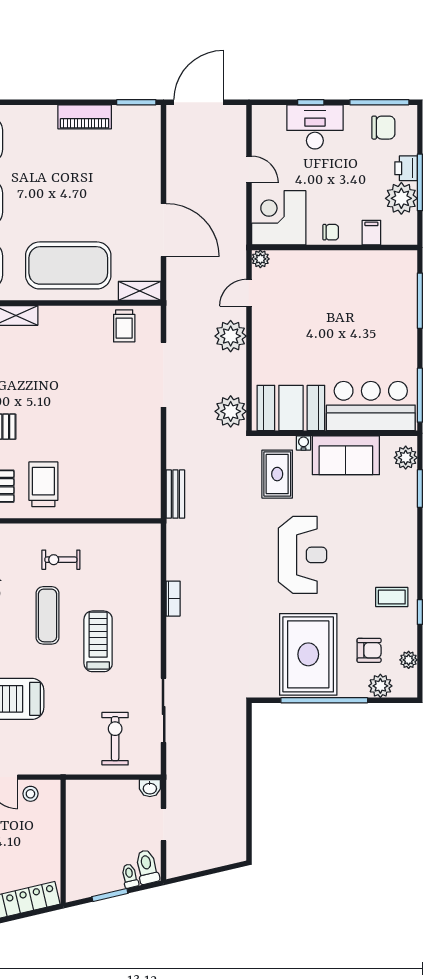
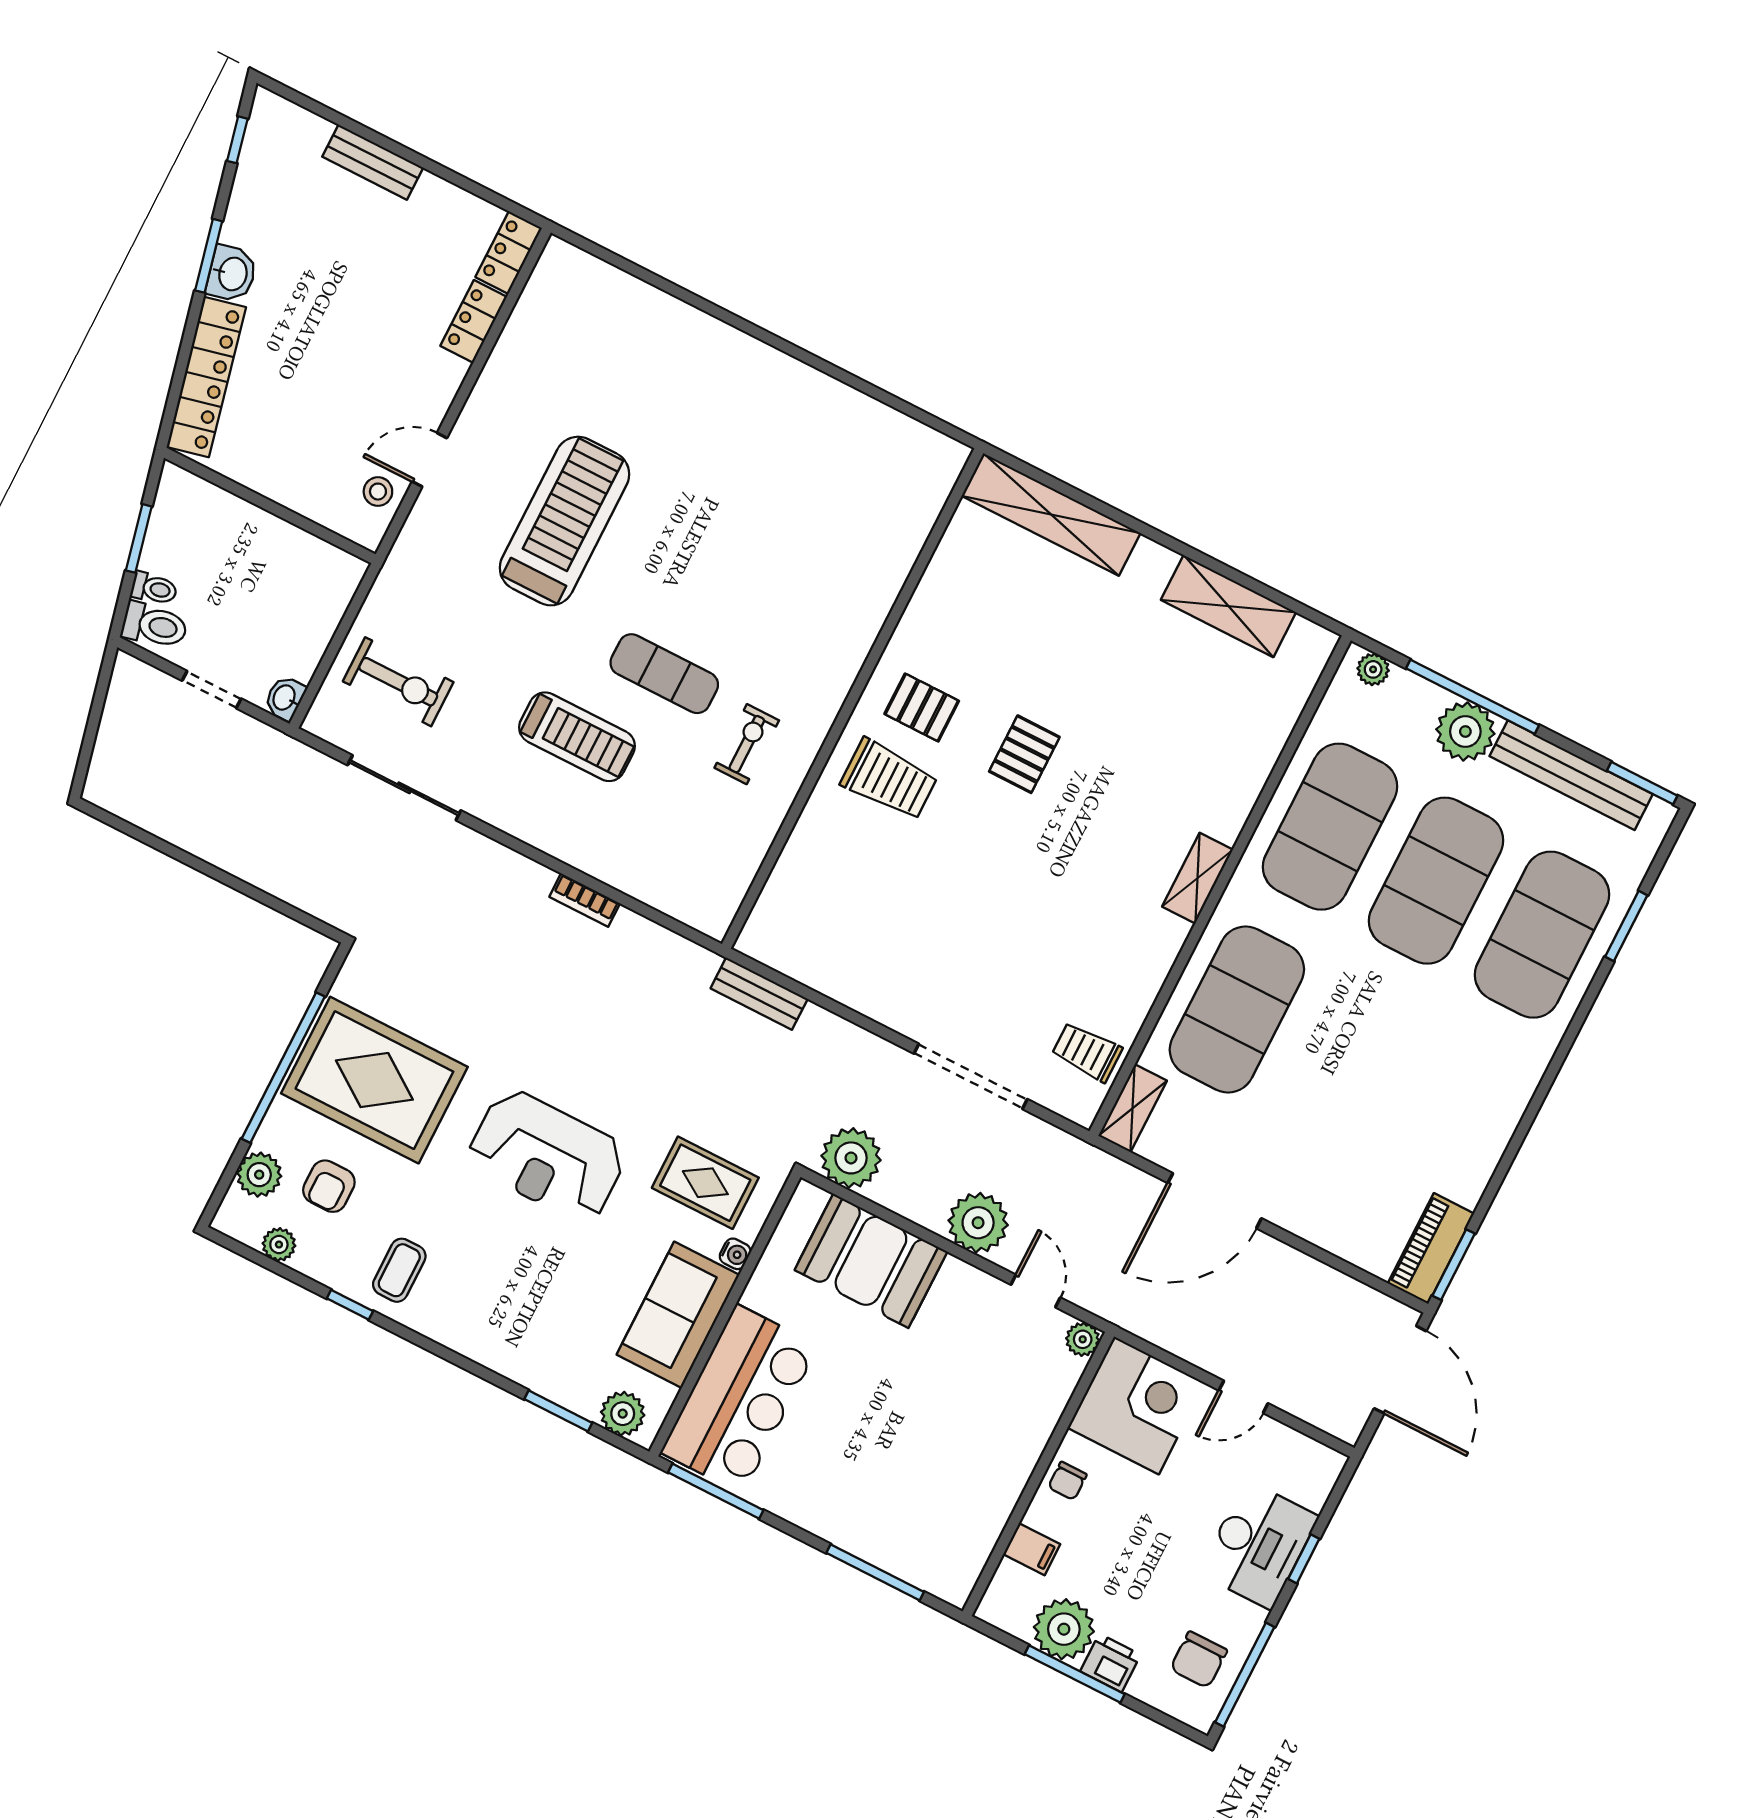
piano: (85, 117) -> (1431, 1248), moved
booth: (291, 408) -> (871, 1261), moved, turned 90

